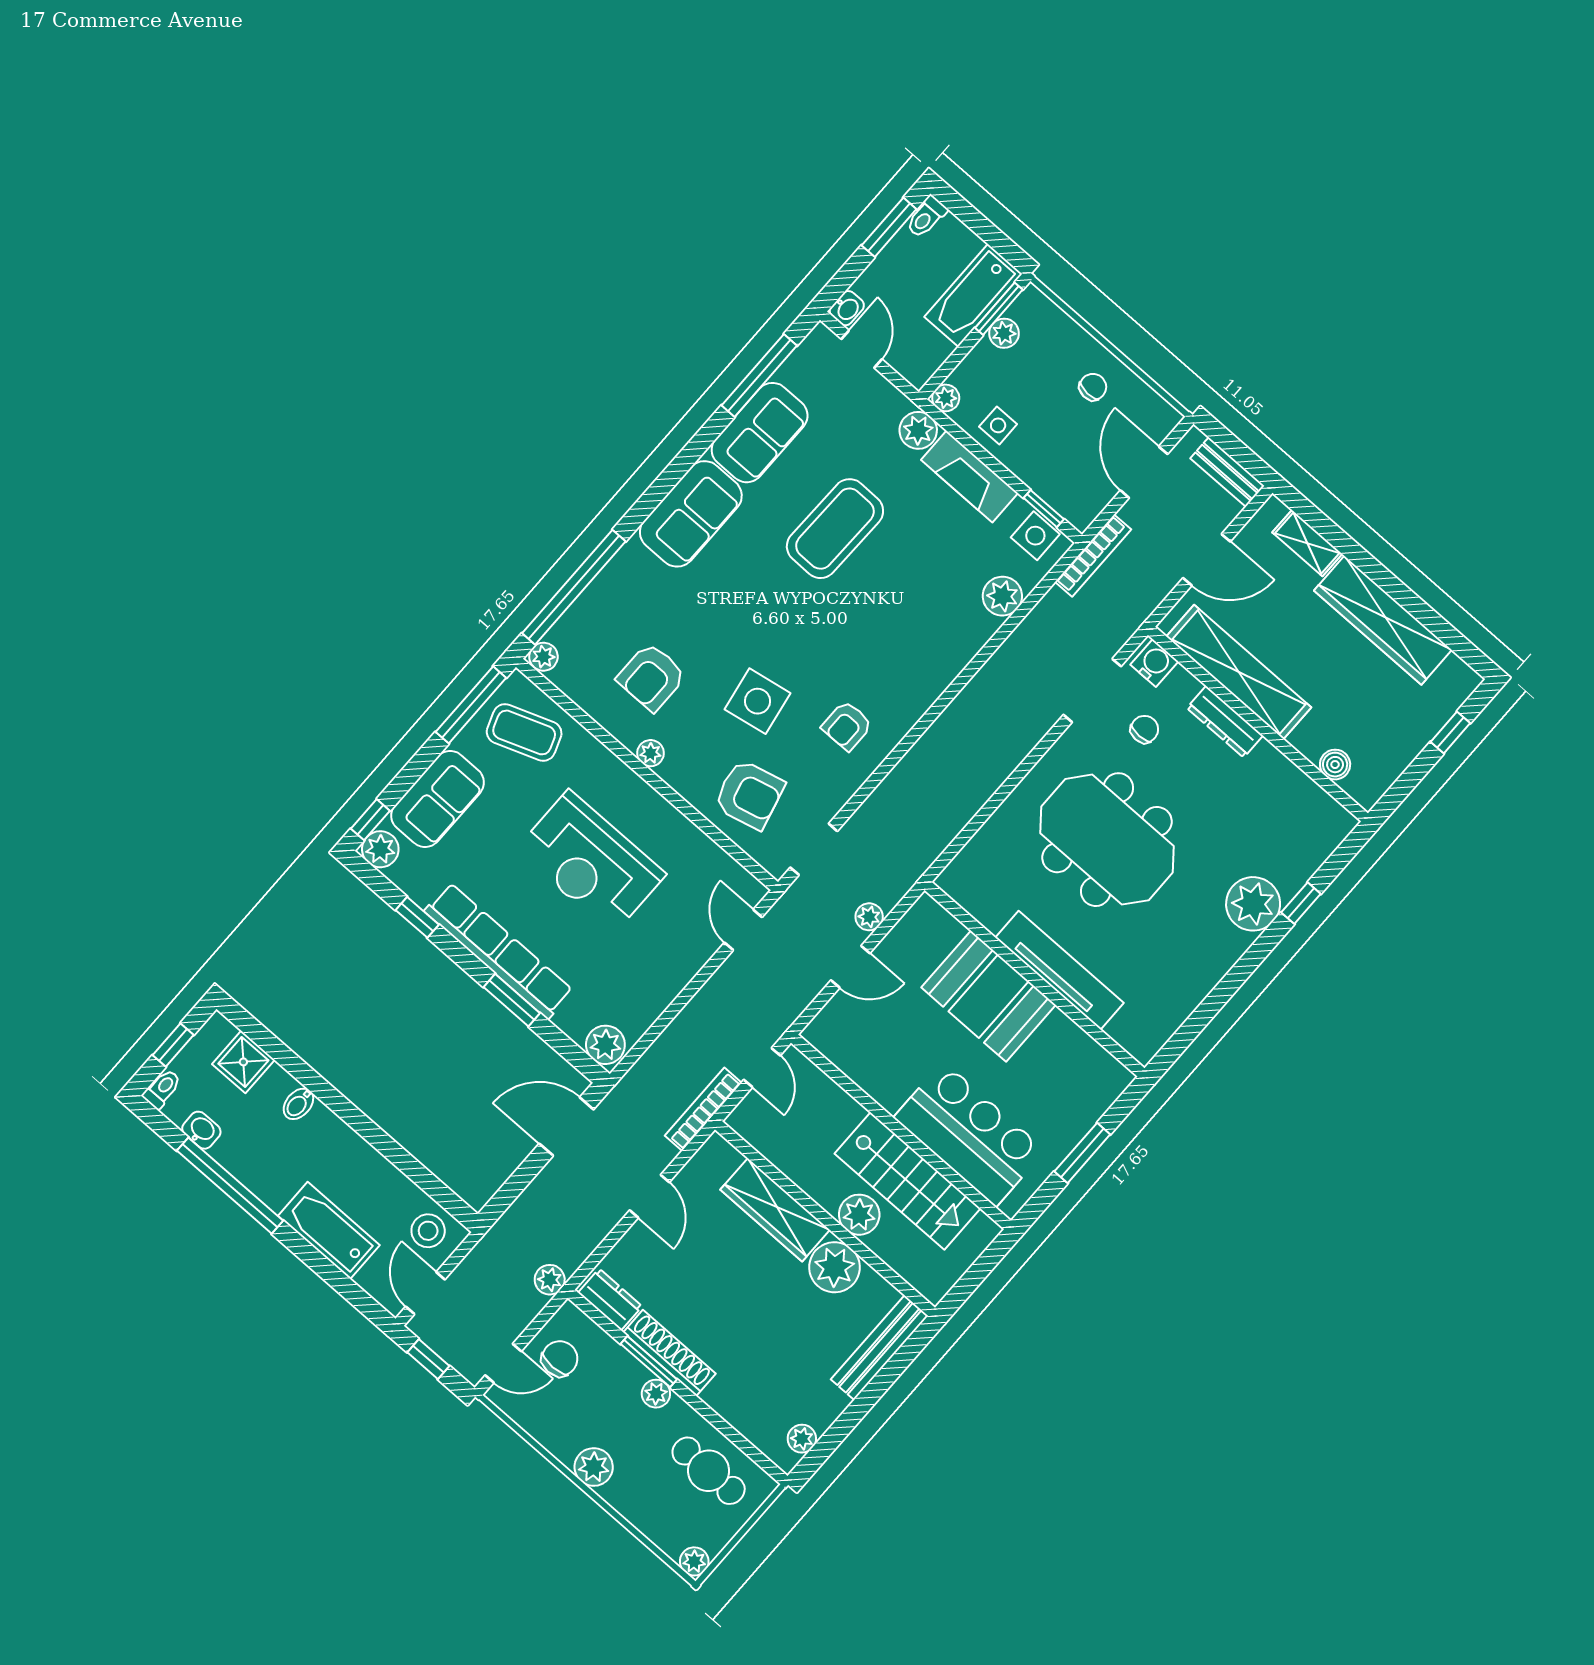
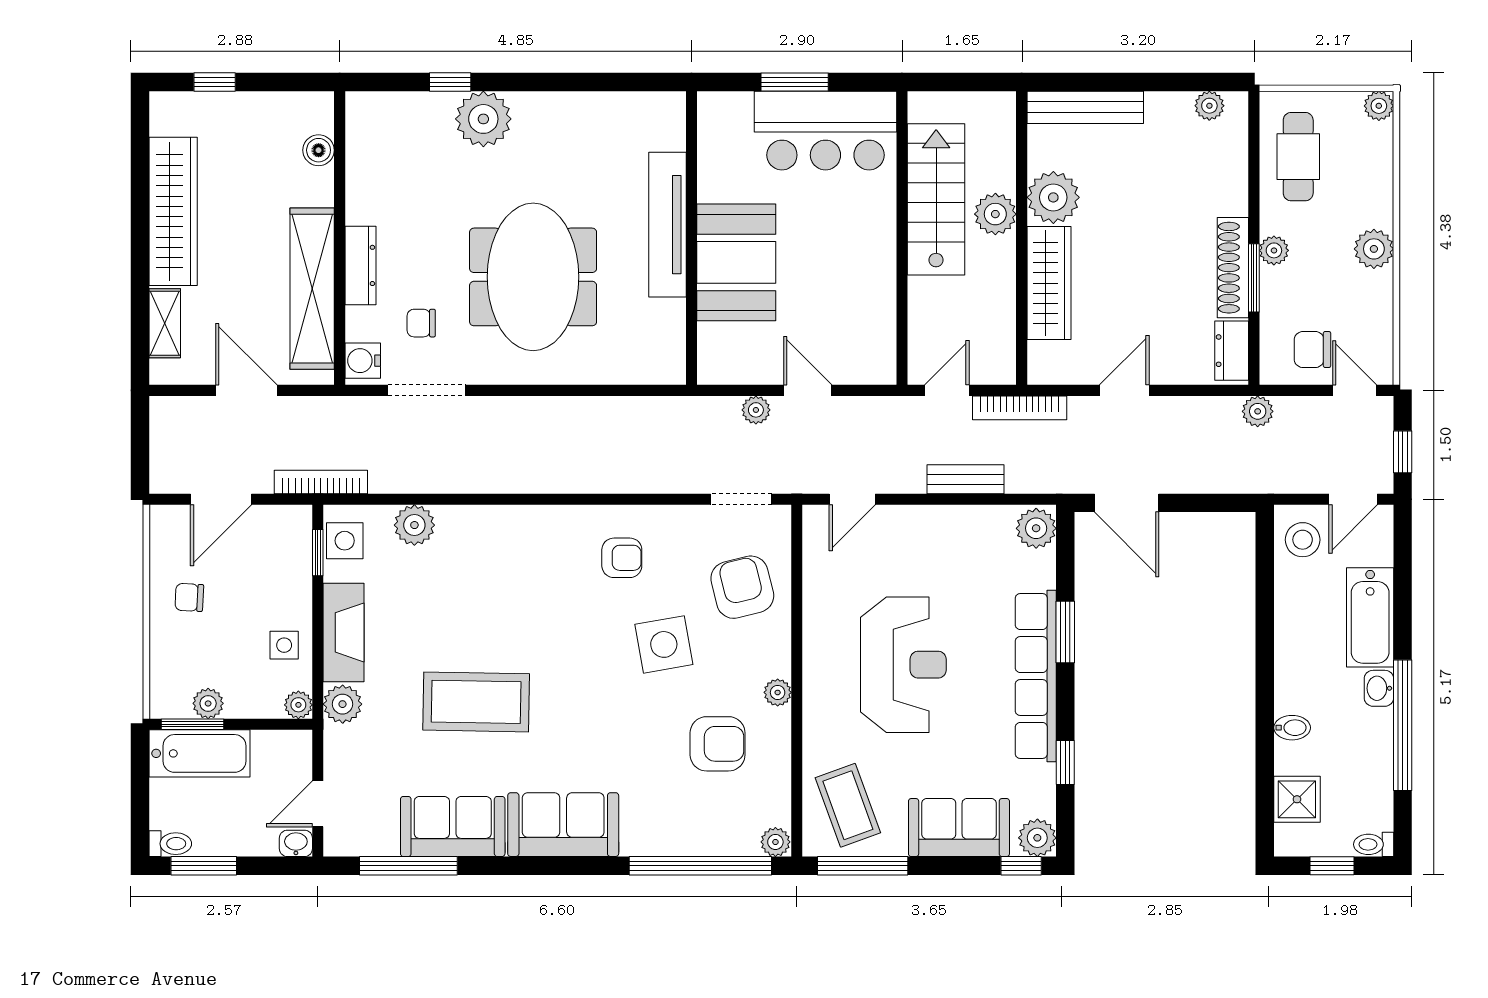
bench: (1227, 472) -> (966, 479), moved, turned 90
washbasin: (201, 1130) -> (1379, 688), moved
bar counter: (969, 1134) -> (825, 131), moved, turned -90

